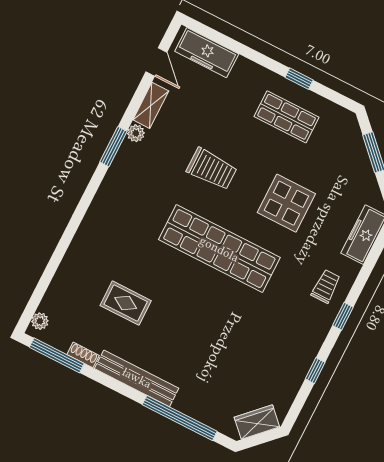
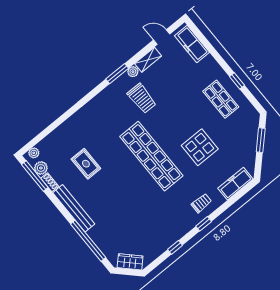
door: (156, 62) -> (162, 37), swing flipped
trolley: (212, 169) -> (142, 98), moved
plant: (61, 339) -> (41, 168), added

